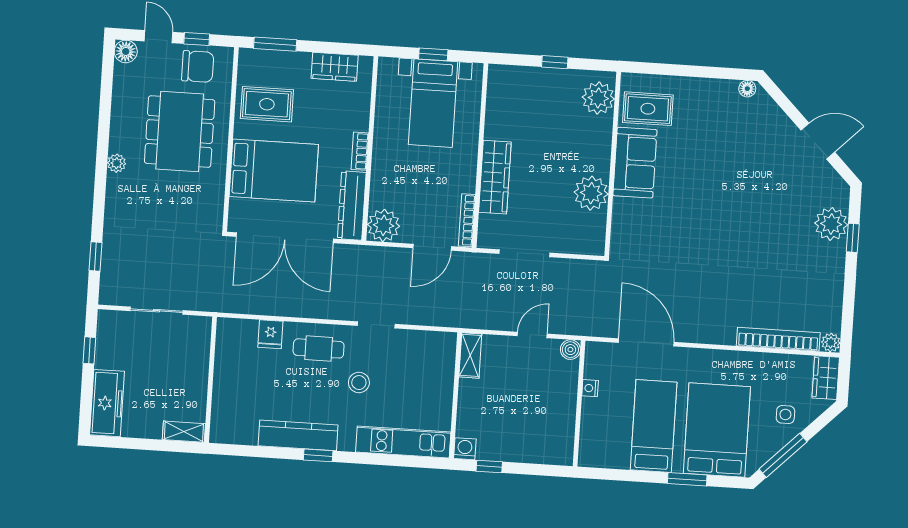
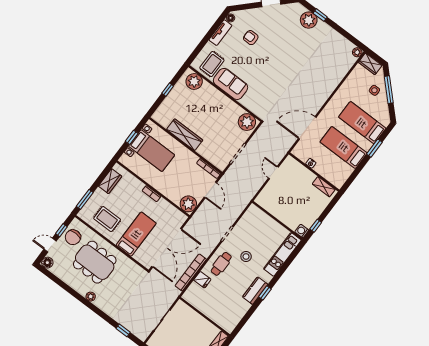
chair: (198, 67) -> (73, 237), turned 180
tv unit: (711, 88) -> (220, 33), added
rug: (267, 104) -> (107, 219), turned 90
armchair: (736, 145) -> (251, 38), added
bed: (274, 171) -> (136, 234), width x0.67
wardrobe: (495, 177) -> (185, 135), moved
plant: (591, 193) -> (247, 122), moved
dresser: (352, 206) -> (172, 212), removed
bookcase: (778, 339) -> (191, 272), moved
boiler: (570, 350) -> (290, 161), removed
shelving: (470, 355) -> (324, 187), moved
bed: (717, 430) -> (362, 123), width x0.67
kitchen counter: (298, 435) -> (255, 291), width x0.67
window: (783, 455) -> (389, 90), moved

